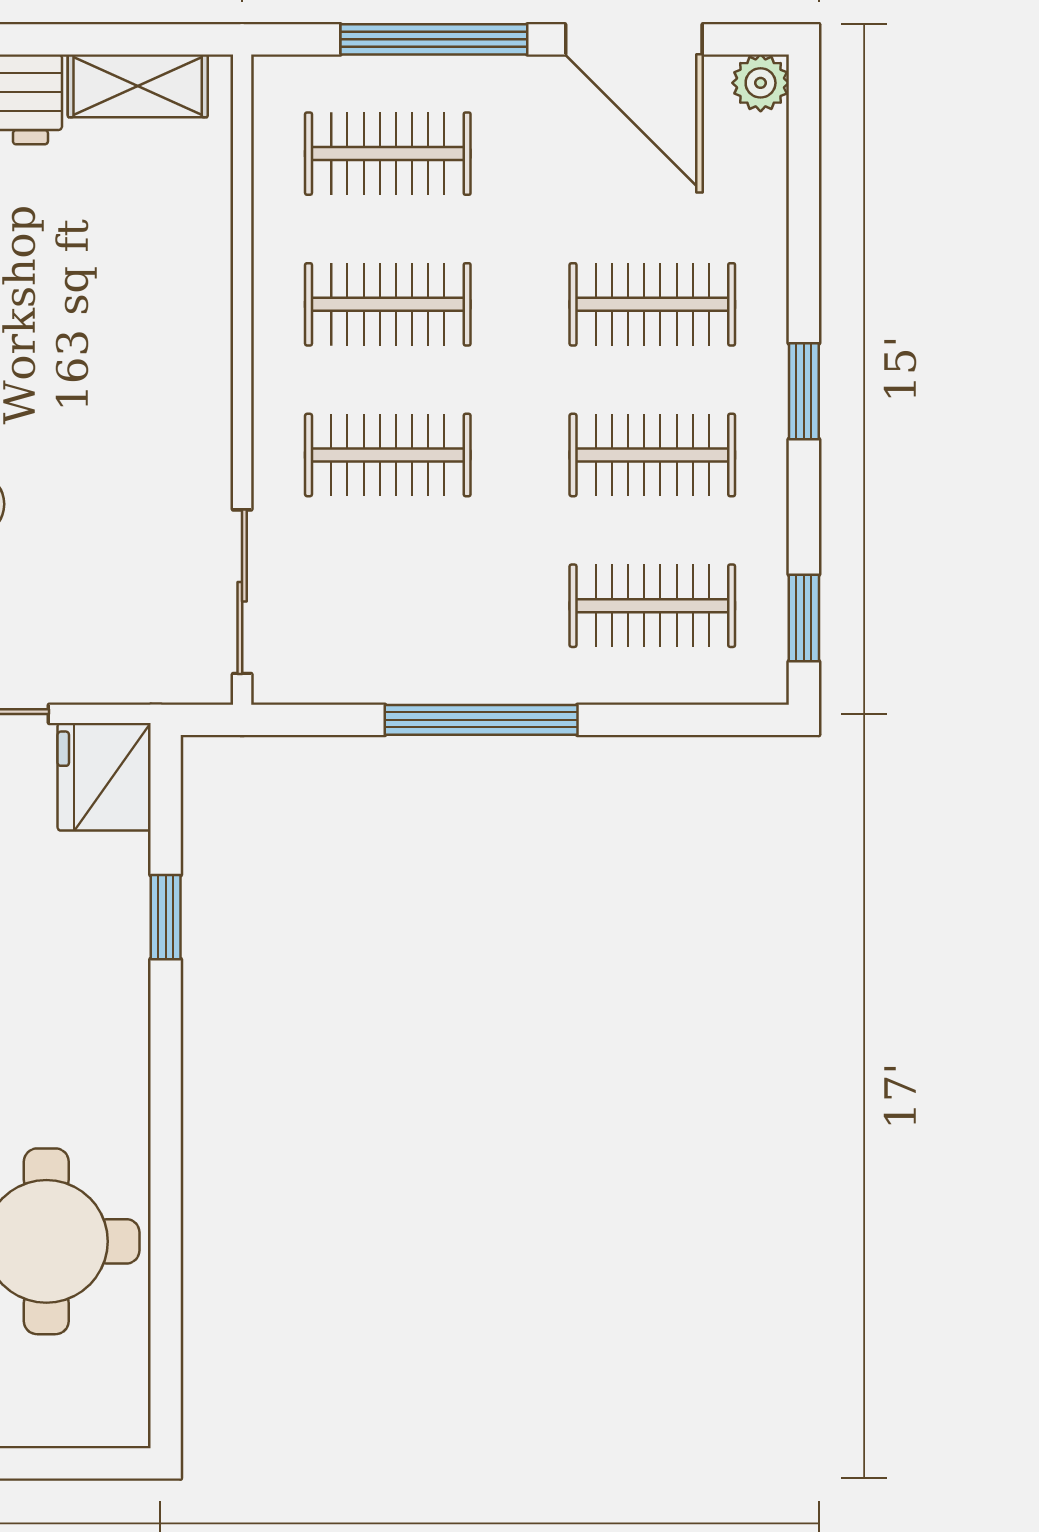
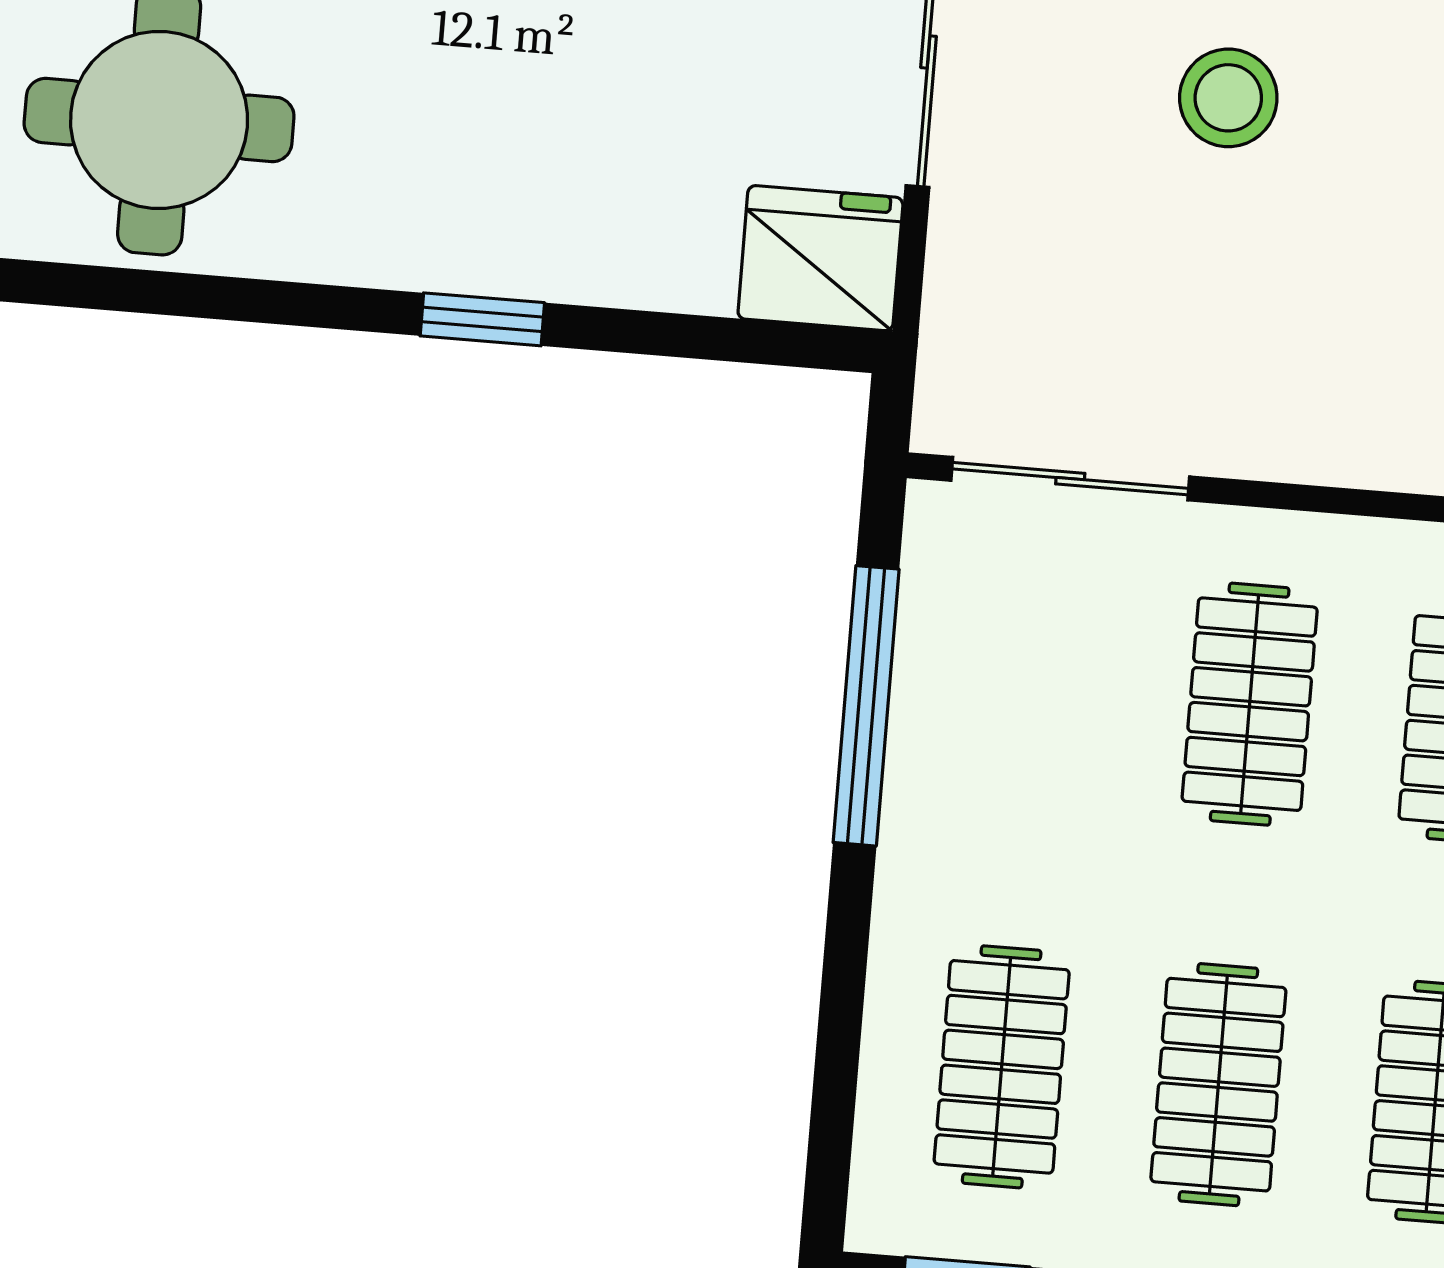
window: (481, 720) -> (866, 706), moved
window: (166, 917) -> (482, 319), moved

